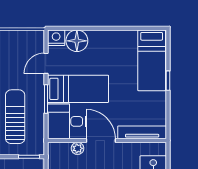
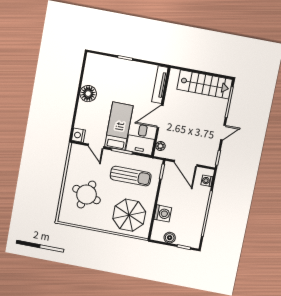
floor lamp: (77, 41) -> (88, 94), moved
bed: (152, 60) -> (108, 67), removed
sun lounger: (15, 117) -> (131, 176), turned 180
plant: (78, 148) -> (160, 146), moved

